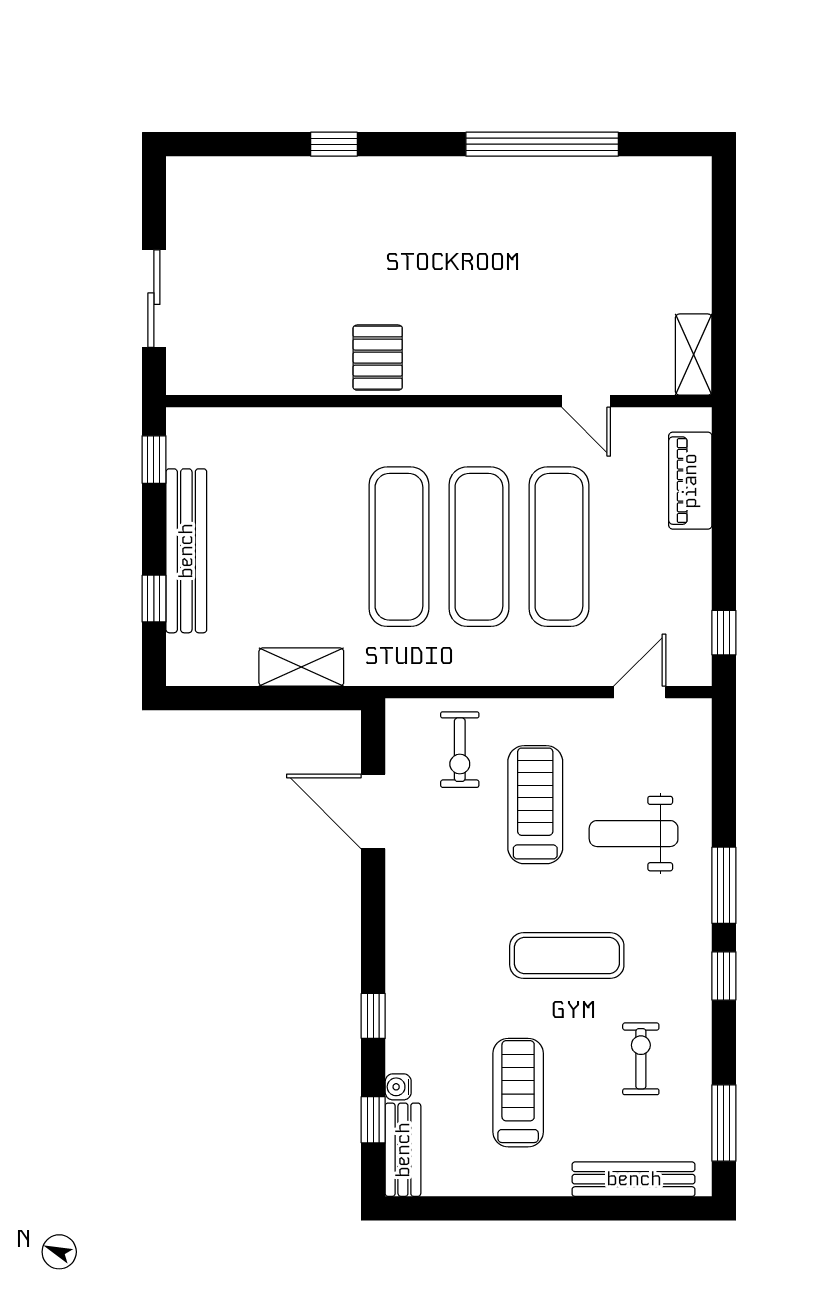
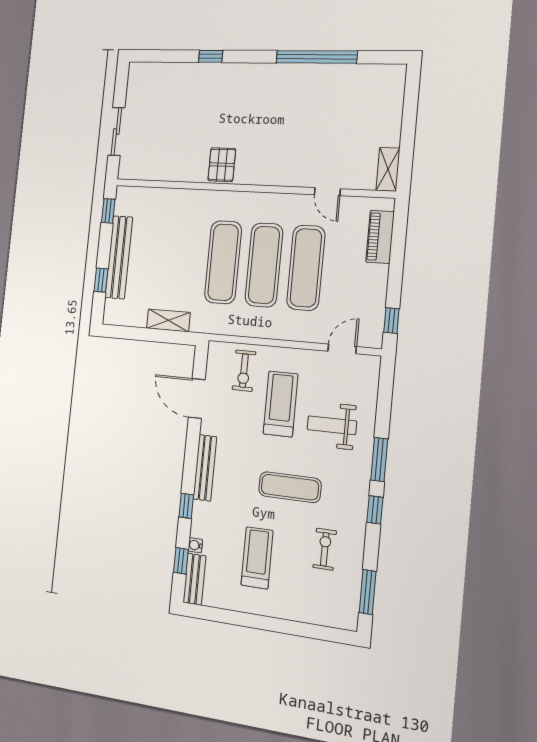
bench: (634, 1179) -> (205, 468), moved, turned 90

